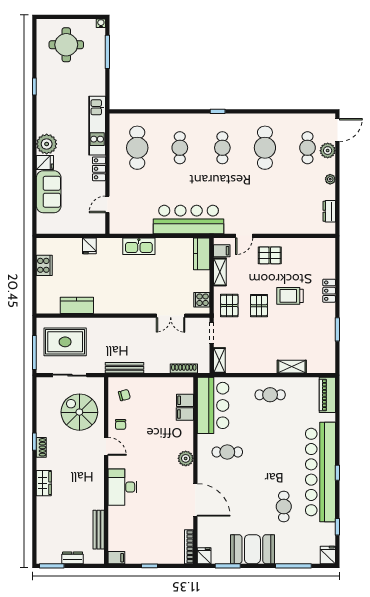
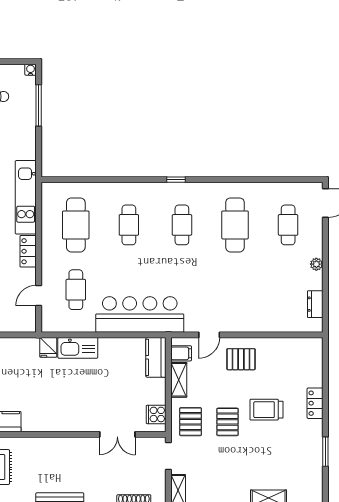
plant: (328, 151) -> (313, 228), removed
cafe table: (137, 200) -> (76, 290), added
fridge: (89, 246) -> (48, 347), moved

